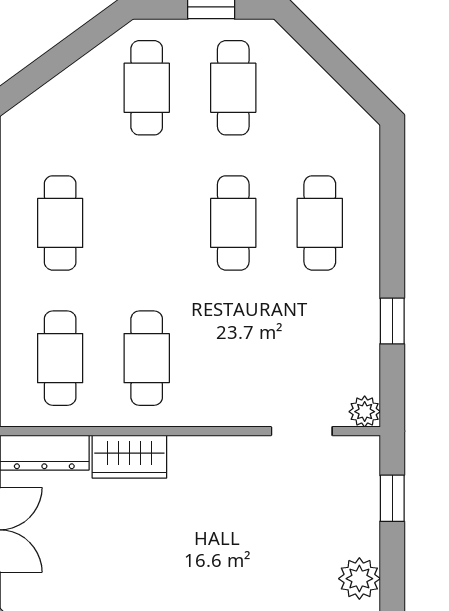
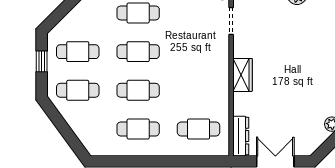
cafe table: (147, 358) -> (138, 90), moved
wardrobe: (129, 457) -> (243, 75), moved

